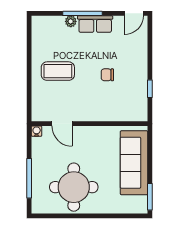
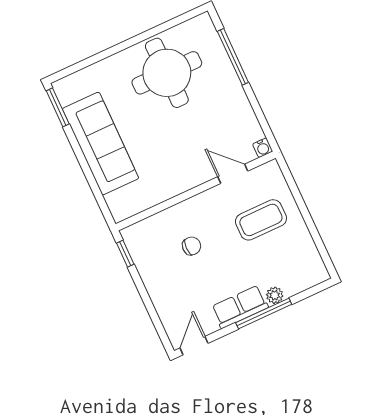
door: (62, 124) -> (233, 174), moved
wall: (89, 124) -> (196, 191), moved
water cooler: (37, 131) -> (263, 148), moved

